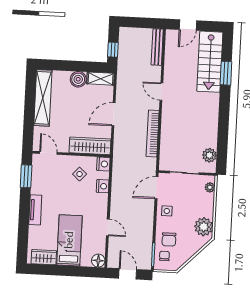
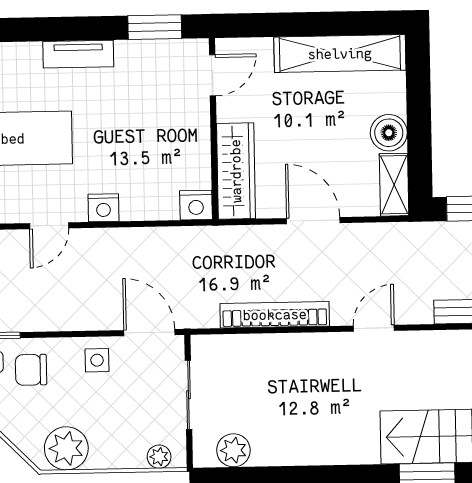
side table: (80, 174) -> (169, 151), removed
nightstand: (103, 186) -> (103, 208), moved

